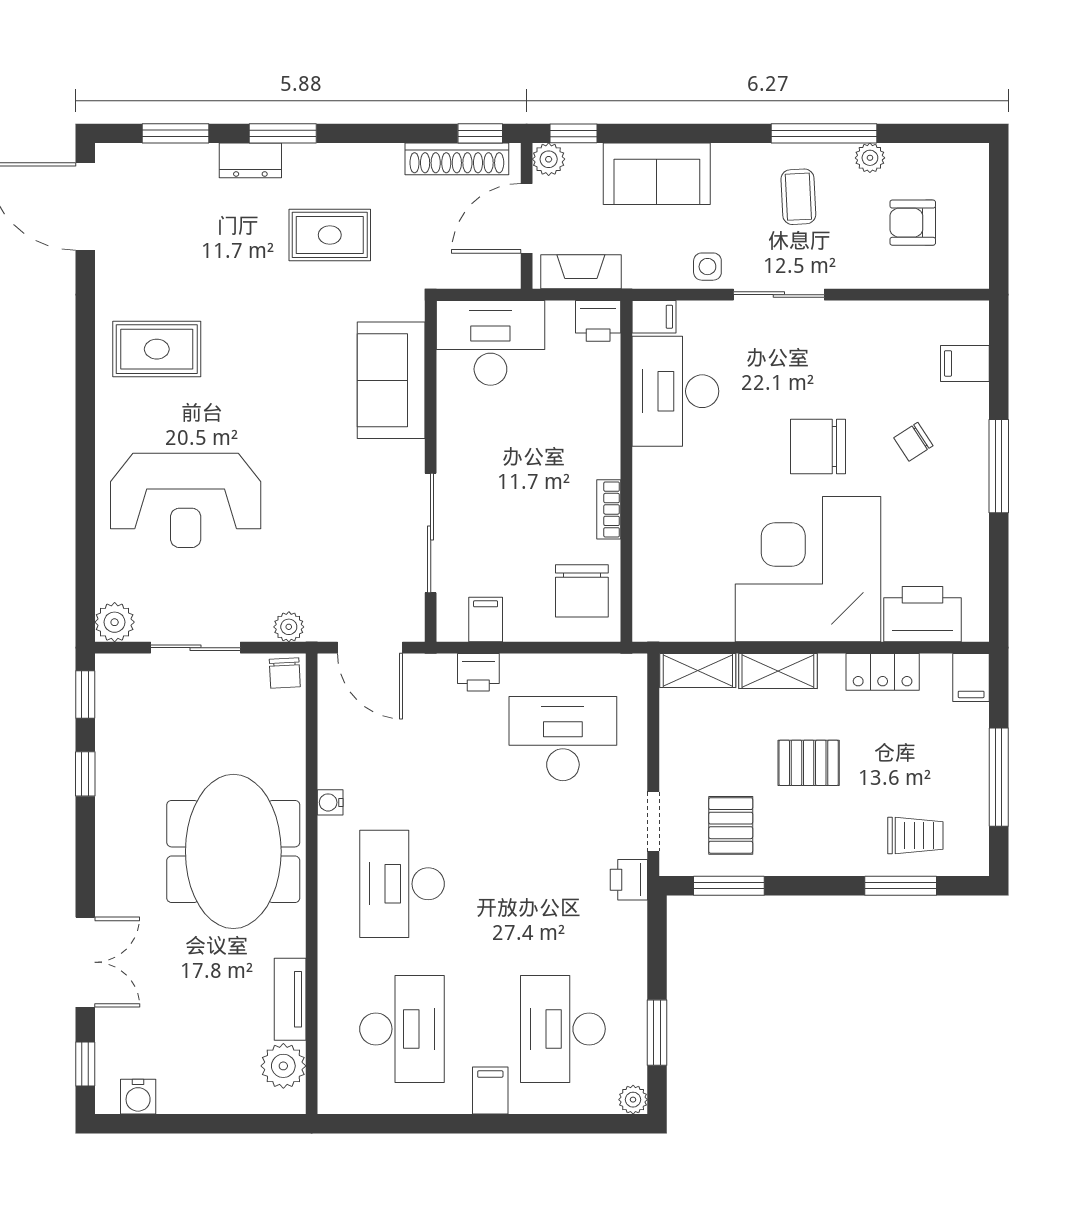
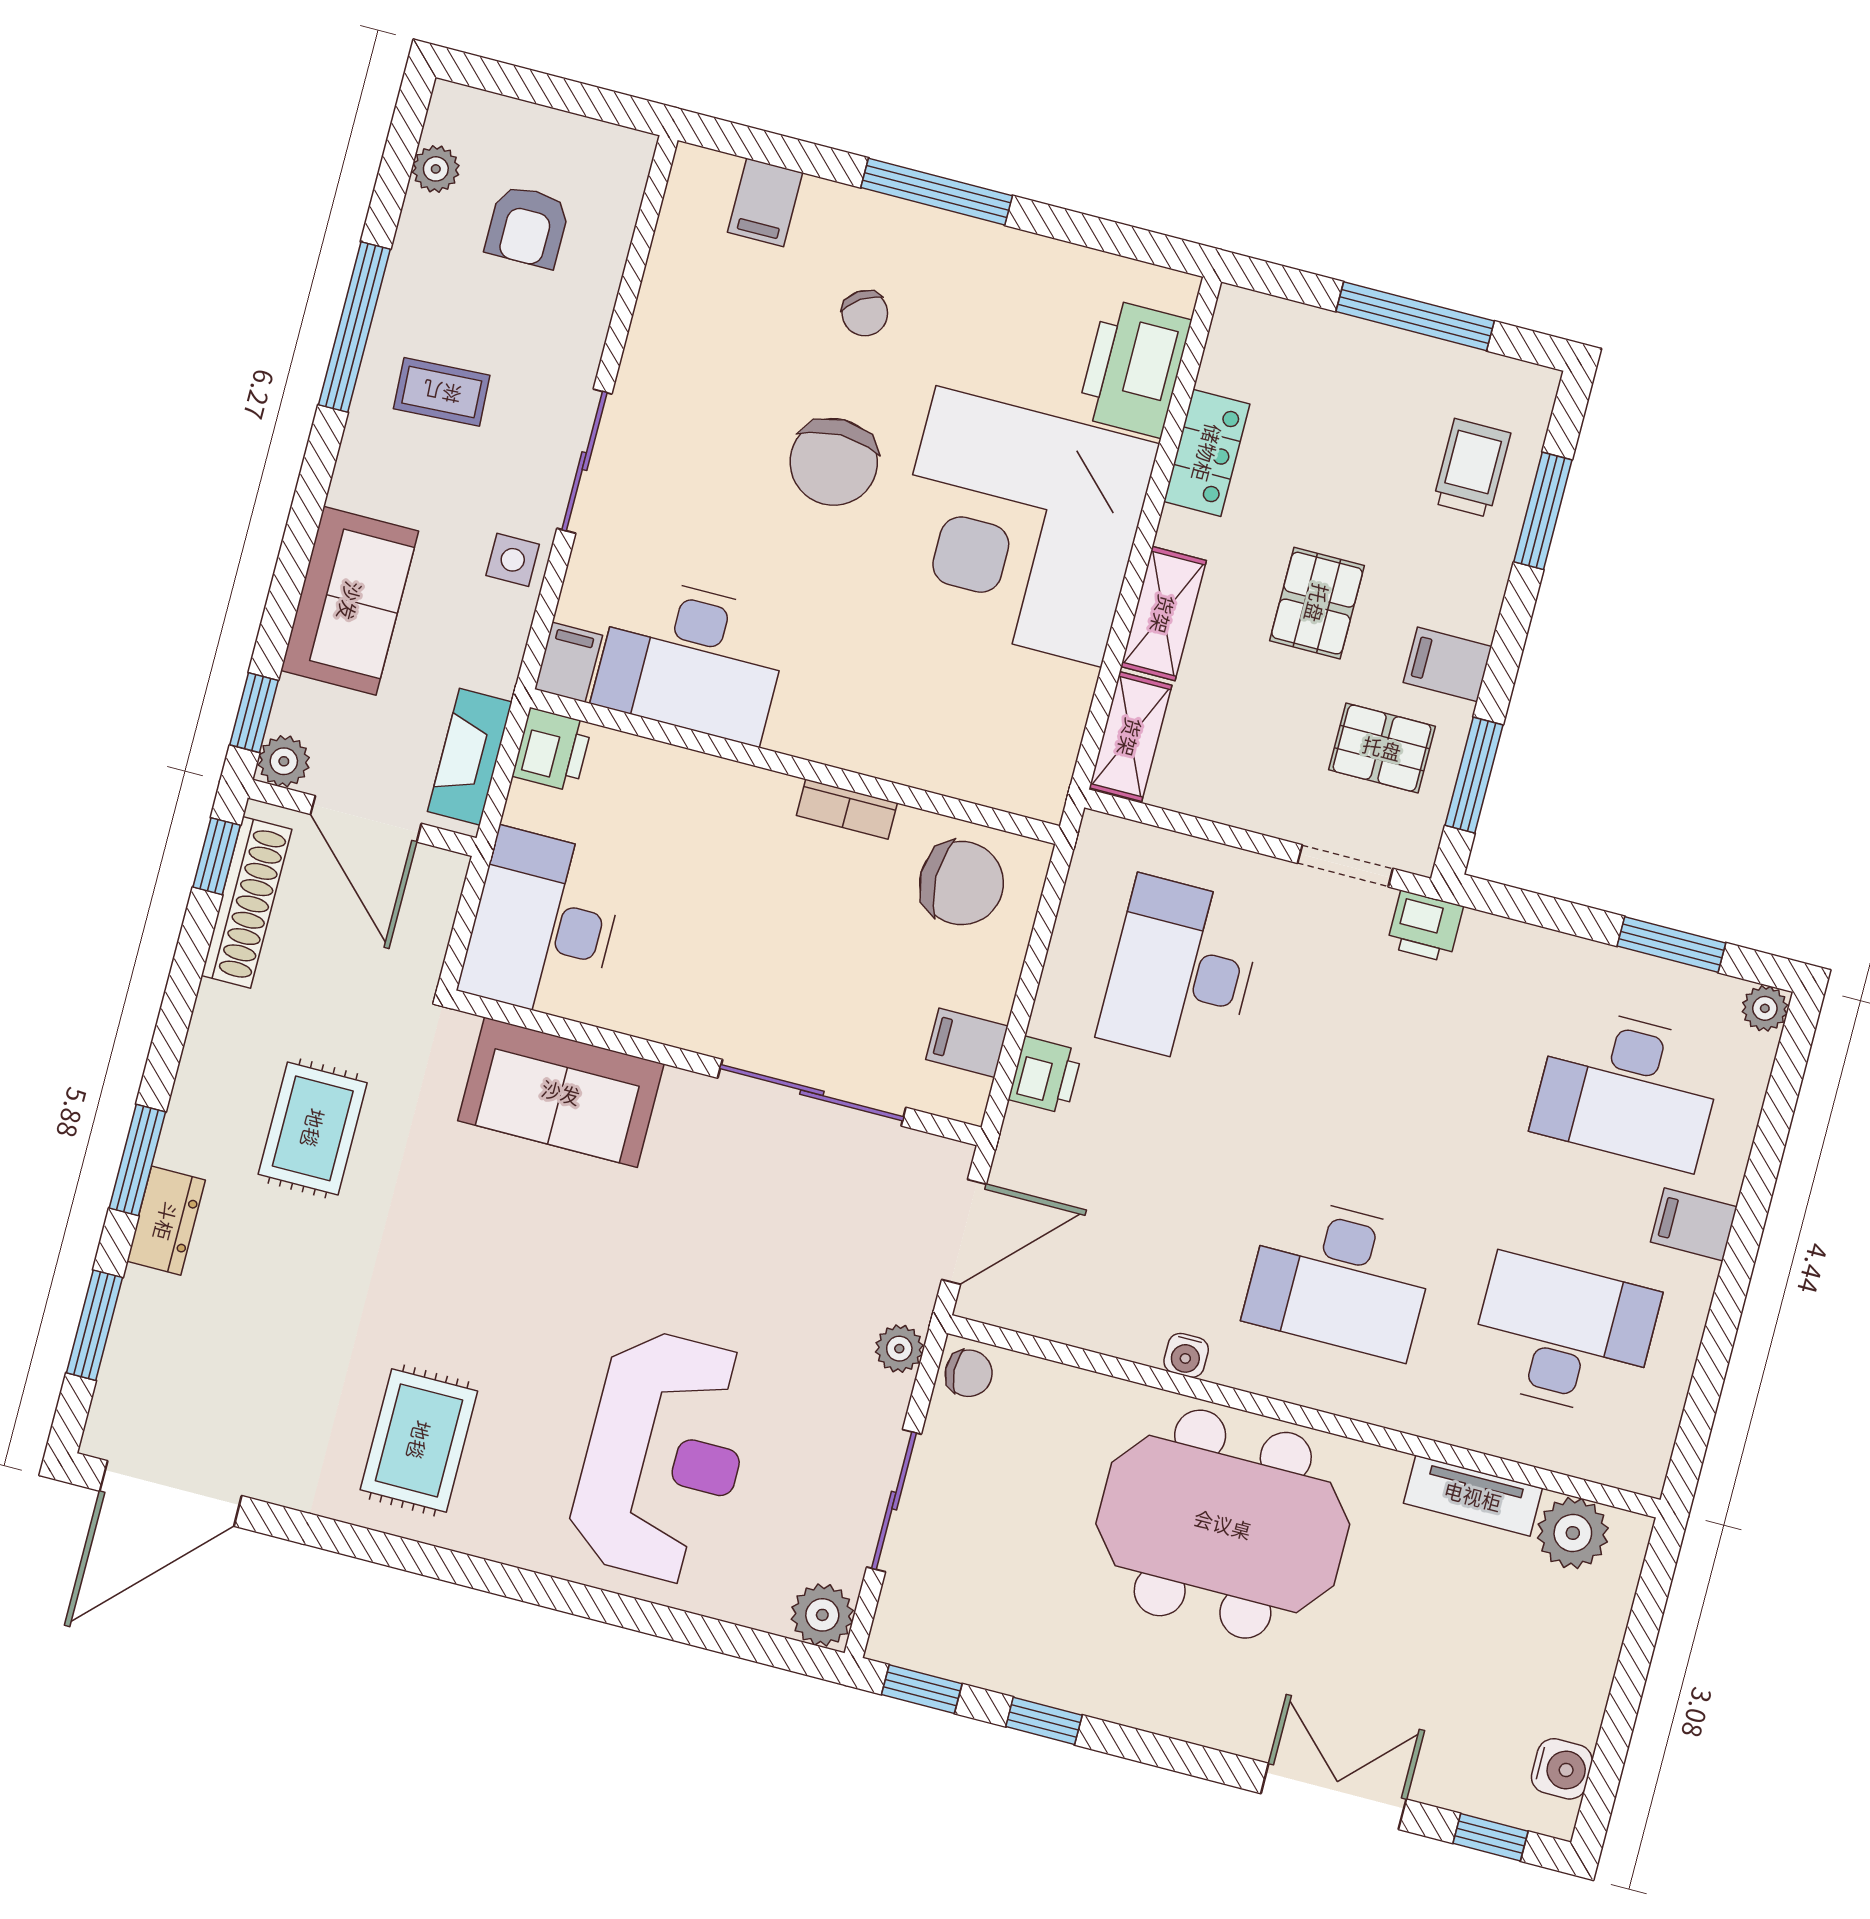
plant: (870, 158) -> (436, 169), moved
filing cabinet: (971, 678) -> (1448, 664), moved, turned 180

